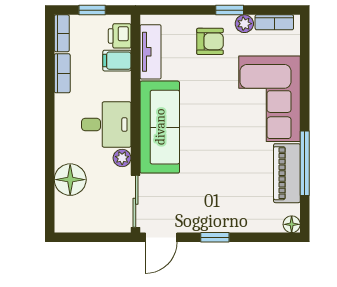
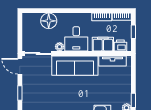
armchair: (210, 41) -> (118, 91), removed
filing cabinet: (117, 61) -> (103, 44), width x2.00

